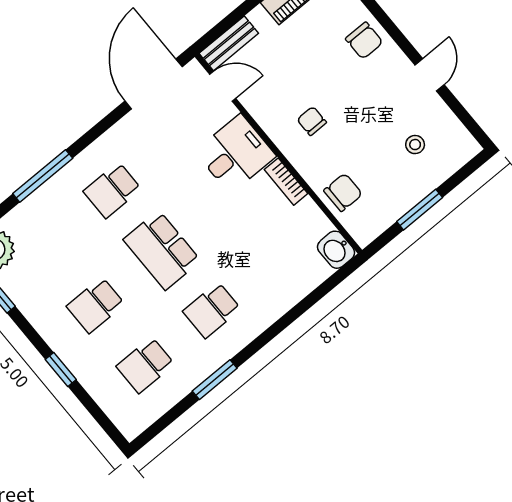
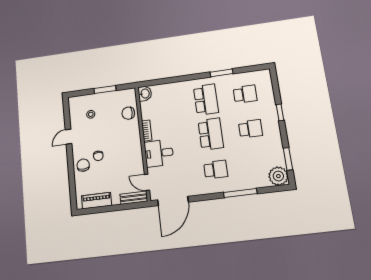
chair: (312, 121) -> (98, 156), moved
school desk: (212, 310) -> (206, 100), width x1.85

